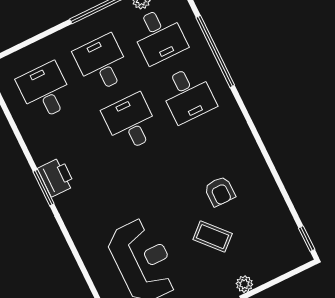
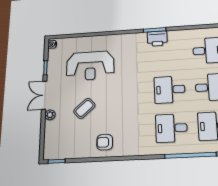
desk: (131, 122) -> (170, 90), turned 180
armchair: (220, 191) -> (105, 142), moved

